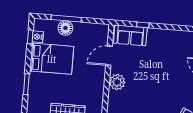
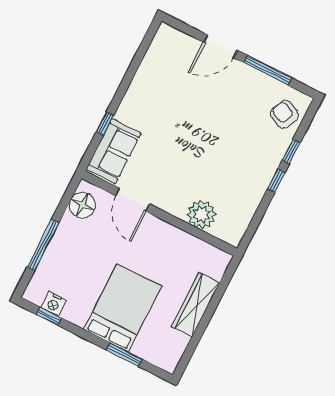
floor lamp: (65, 28) -> (82, 205), moved
bed: (52, 59) -> (123, 308), moved
plant: (117, 82) -> (201, 214), moved

